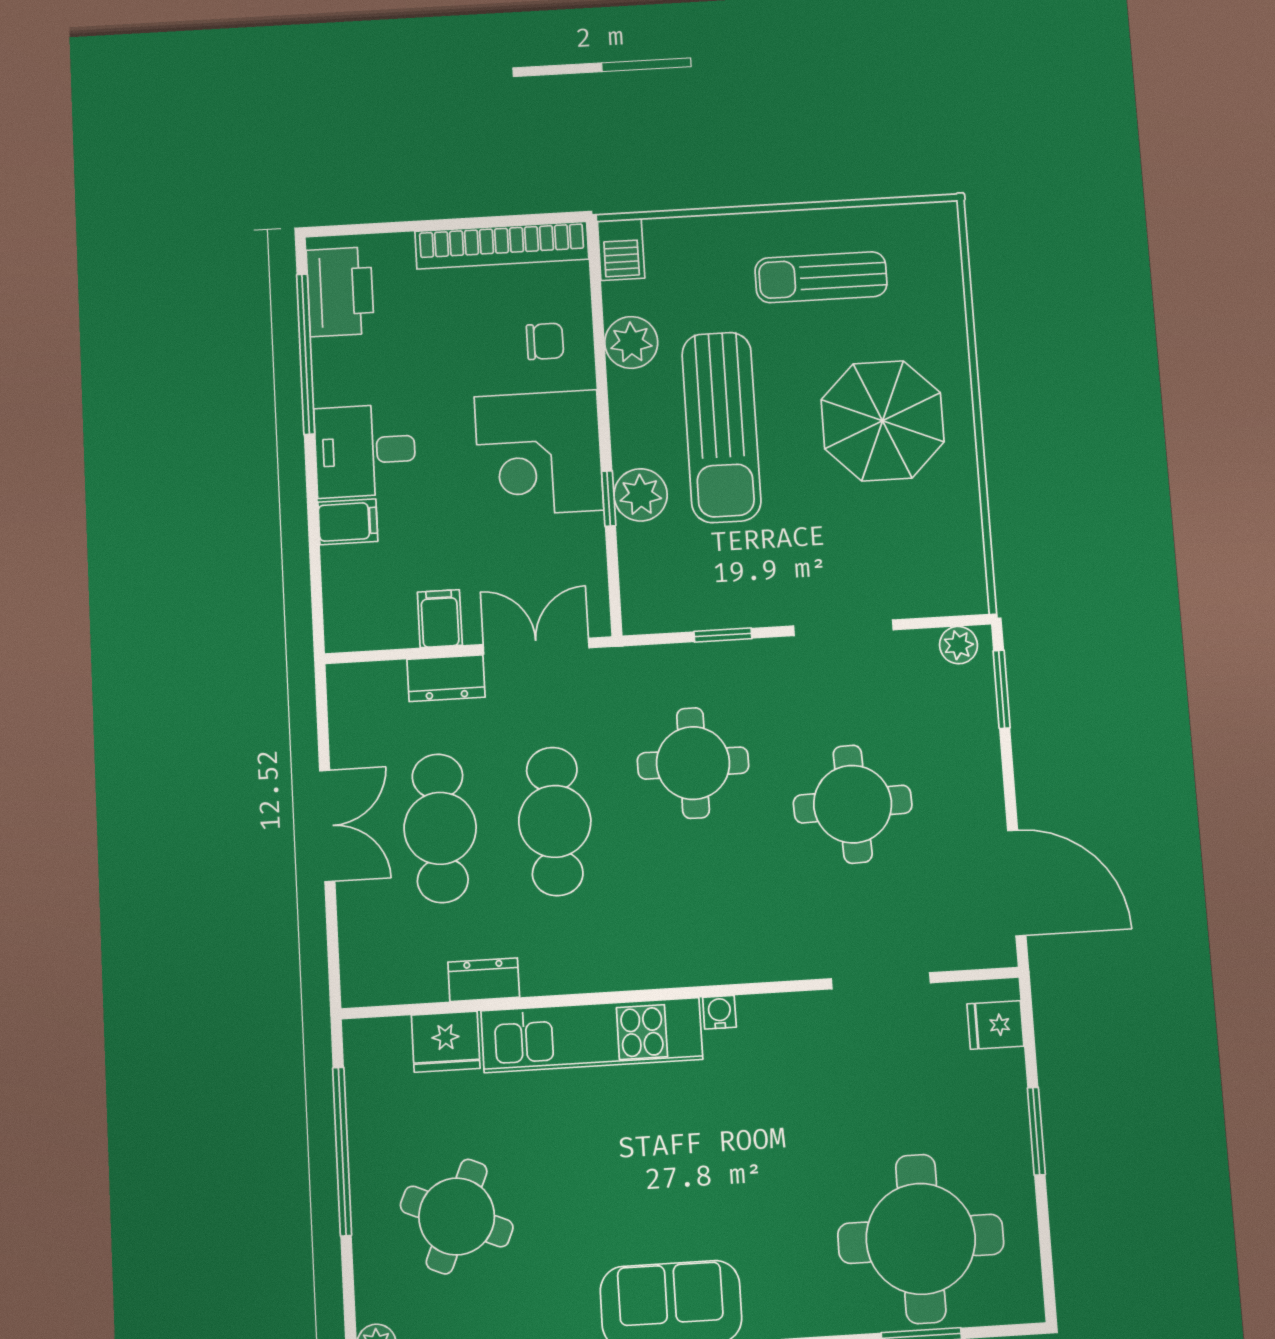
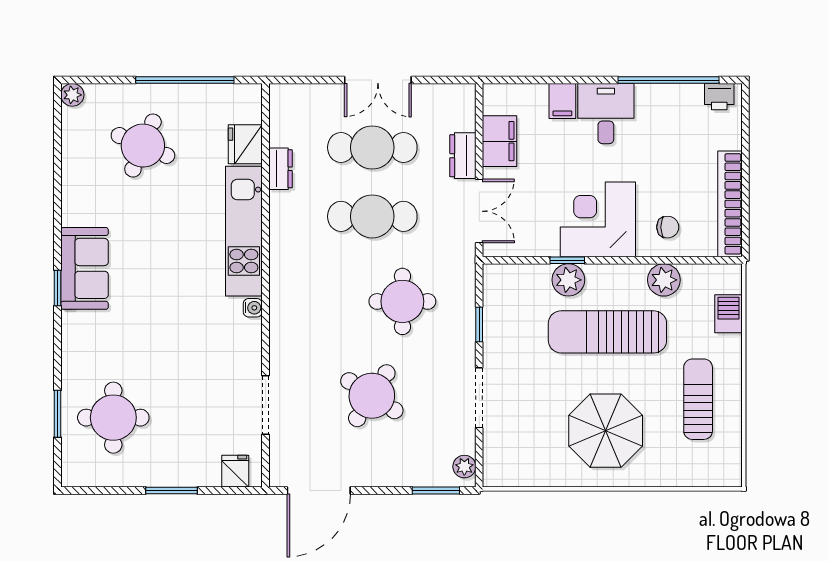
barbecue: (621, 249) -> (729, 314), moved, turned 90
printer: (340, 292) -> (719, 97), width x0.53, depth x0.68
chair: (545, 341) -> (668, 227), turned -90
filing cabinet: (440, 619) -> (499, 141), width x2.00
round table: (853, 804) -> (372, 396), turned 35
round table: (921, 1239) -> (113, 418), width x0.73, depth x0.73

